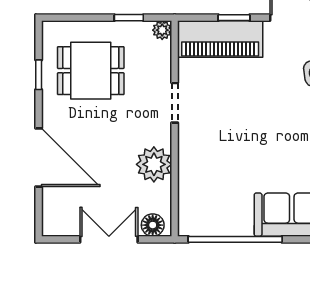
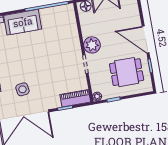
piano: (220, 39) -> (75, 98), width x0.73, depth x0.75
door: (39, 158) -> (146, 39), moved
plant: (154, 164) -> (92, 45), moved

